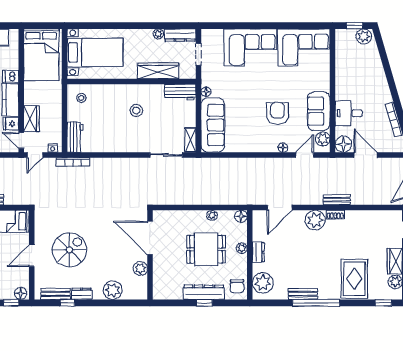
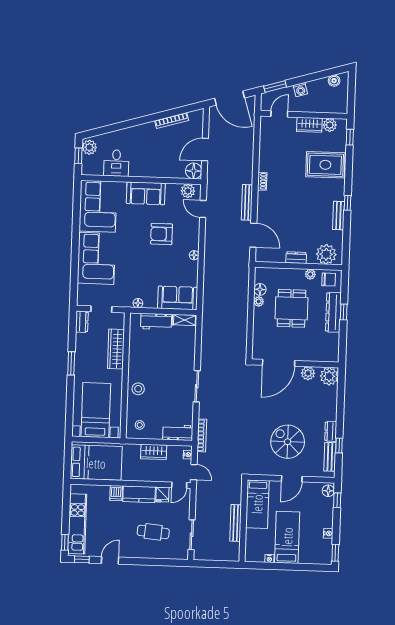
window: (142, 26) -> (71, 363), added
plant: (158, 34) -> (80, 348), removed
dresser: (180, 35) -> (82, 322), width x0.70
workbench: (180, 92) -> (156, 322), moved, turned 90
stool: (136, 110) -> (138, 389), moved
sofa: (319, 111) -> (146, 193), moved
desk: (349, 113) -> (116, 163), moved
wardrobe: (31, 119) -> (154, 452), moved, turned 180
sofa: (213, 125) -> (178, 298), width x0.73
floor lamp: (283, 148) -> (194, 255), moved
sliding door: (166, 155) -> (197, 386), moved
bench: (337, 200) -> (247, 202), moved, width x1.36
floor lamp: (241, 216) -> (260, 289), moved
plant: (315, 220) -> (267, 201), removed
plant: (242, 248) -> (310, 274), moved
door: (32, 256) -> (292, 479), hinge flipped
plant: (113, 290) -> (329, 376), moved
window: (316, 303) -> (348, 203), width x0.32

